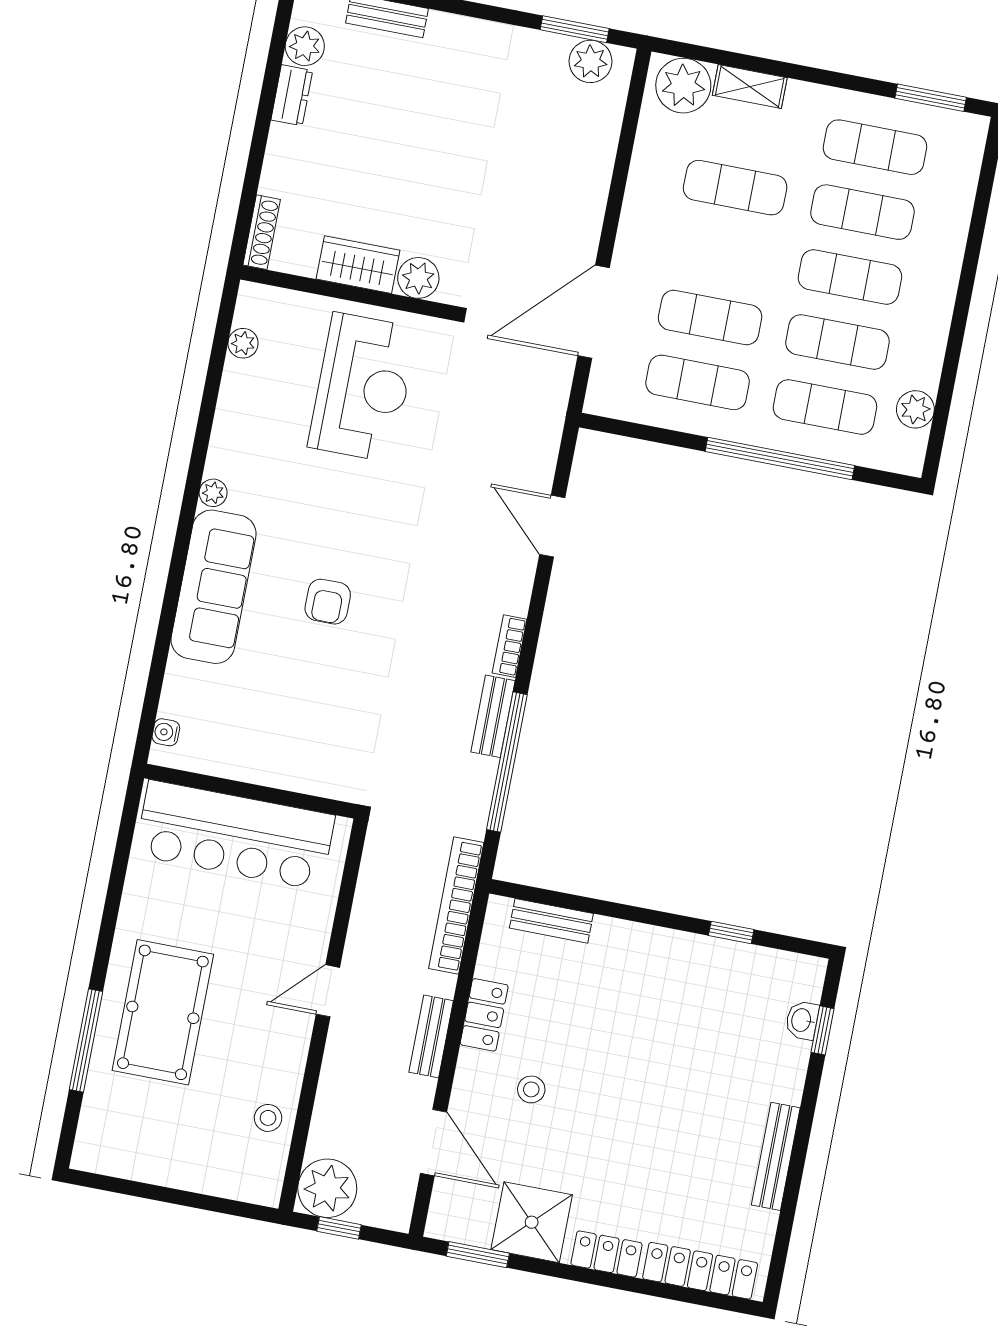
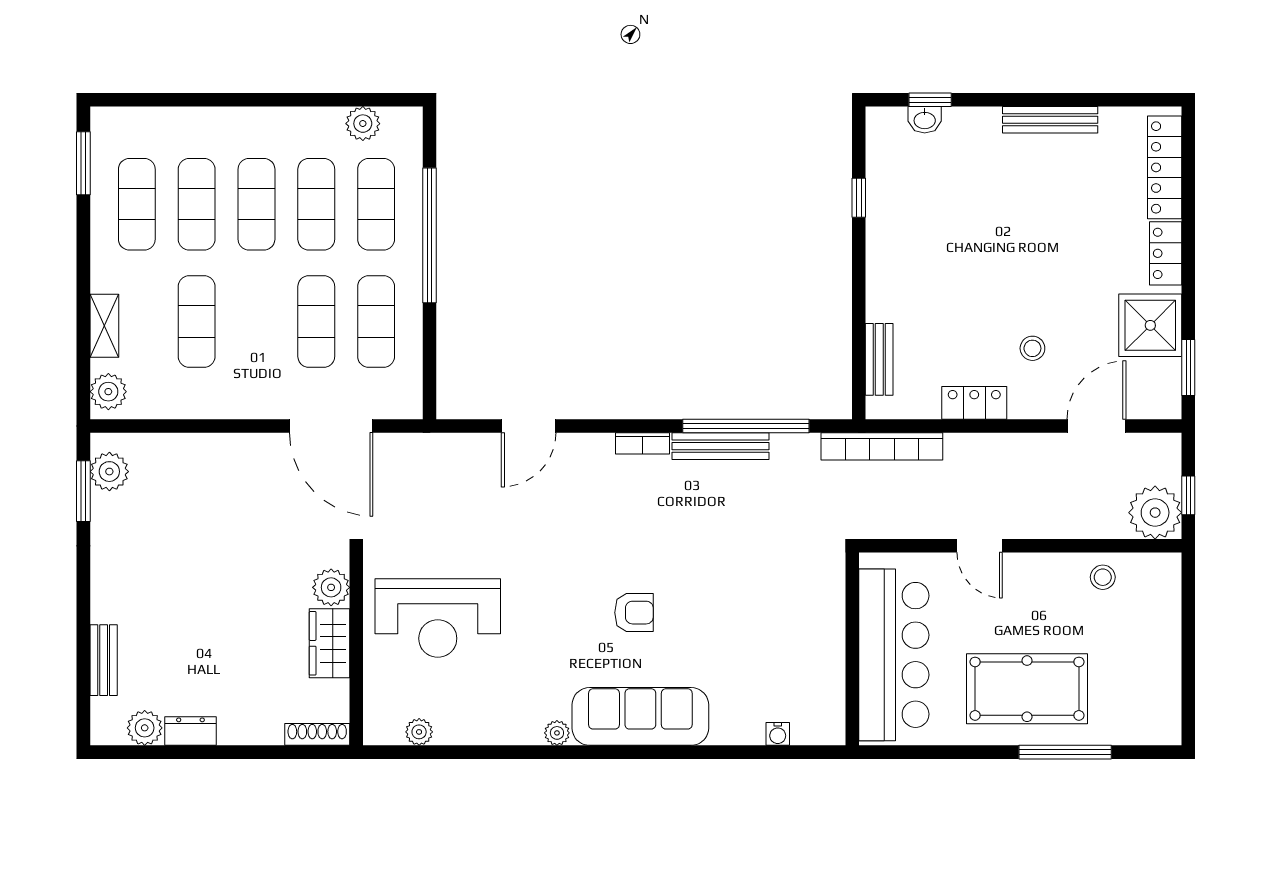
plant: (683, 86) -> (108, 392), width x0.73, depth x0.73
reception desk: (363, 387) -> (438, 618), turned 180
bench: (493, 716) -> (720, 446), width x1.36
wall: (250, 791) -> (852, 649), moved
bar counter: (235, 835) -> (894, 655), moved
bench: (431, 1036) -> (1002, 446), removed

